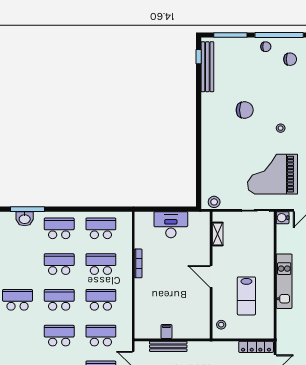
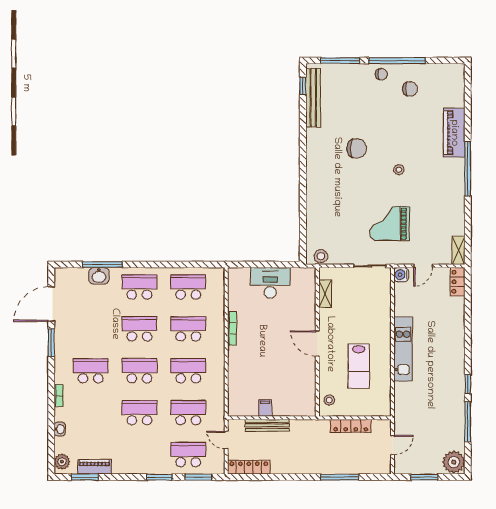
grand piano: (273, 174) -> (389, 224), width x0.73, depth x0.68
locker: (256, 347) -> (351, 426), moved

